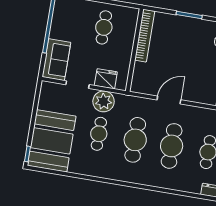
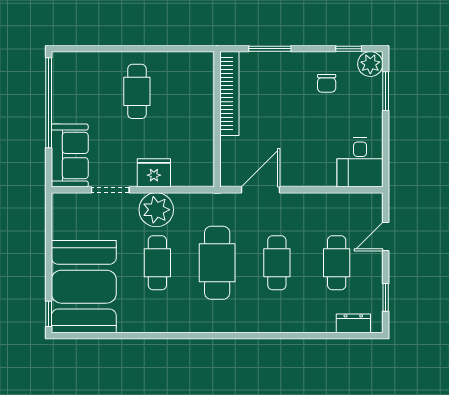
bookcase: (145, 36) -> (229, 94), moved
wall: (135, 50) -> (217, 119), moved
cafe table: (172, 146) -> (277, 263), width x0.73, depth x0.74

